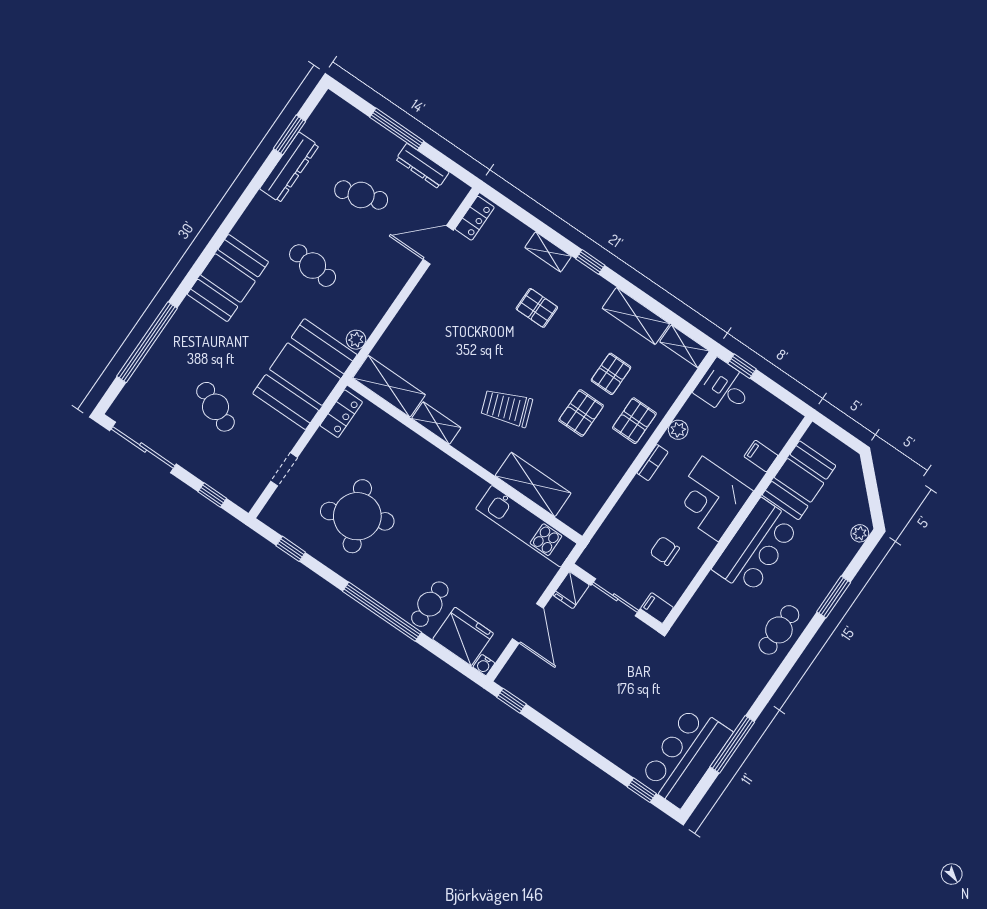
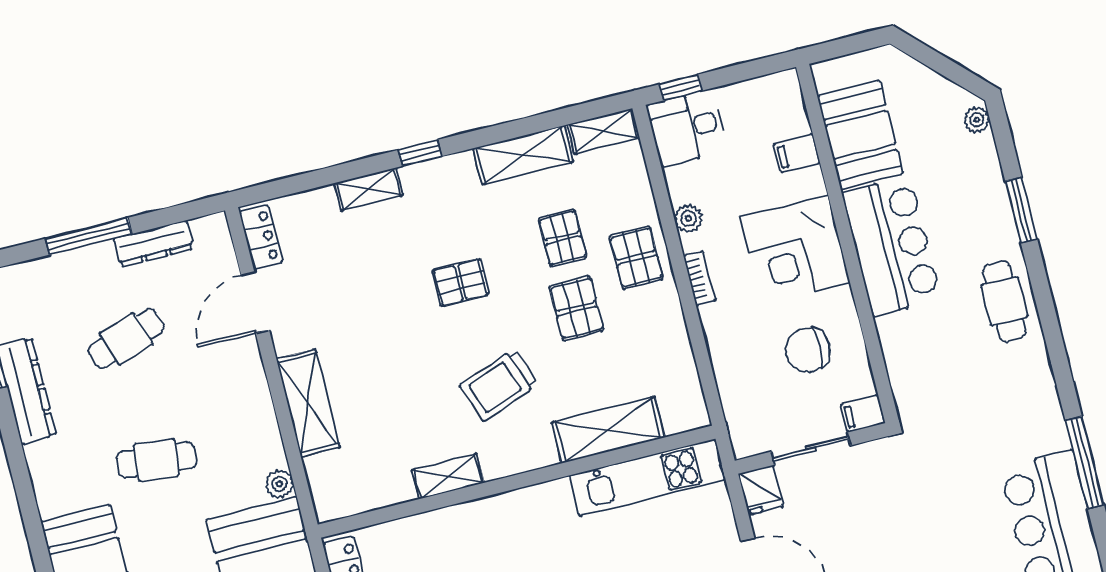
pallet: (537, 308) -> (460, 283), moved
shelving: (389, 386) -> (308, 403), moved, turned 90
chair: (665, 551) -> (808, 350), width x1.37, depth x1.37

